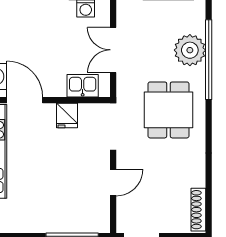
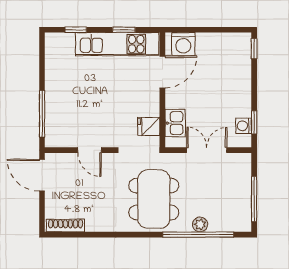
plant: (190, 50) -> (200, 224), width x0.53, depth x0.53
dining table: (168, 110) -> (154, 199), width x1.38
fridge: (67, 116) -> (149, 126), moved

